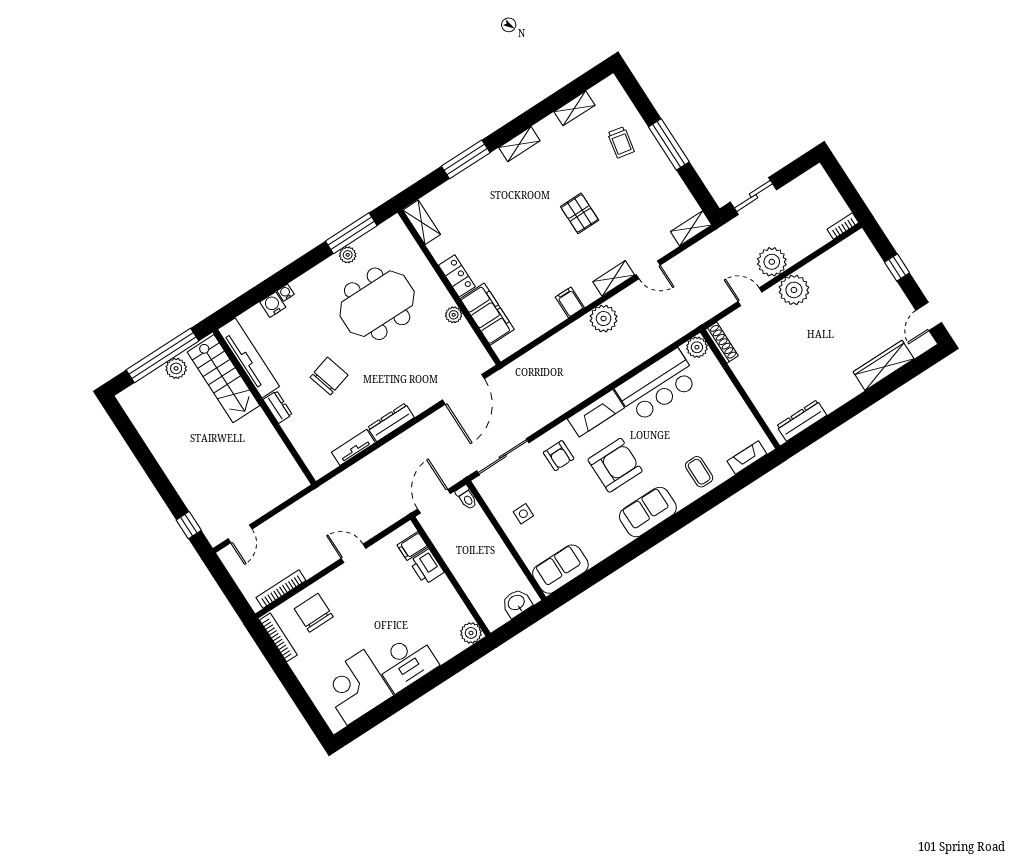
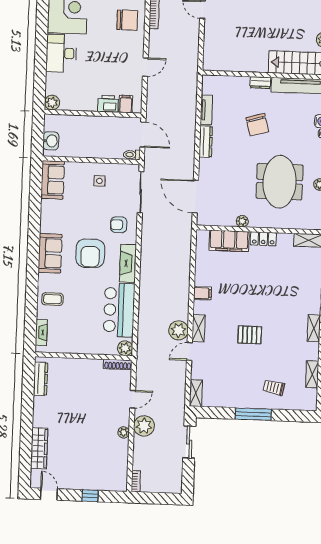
plant: (794, 290) -> (124, 432), width x0.53, depth x0.53
plant: (604, 319) -> (178, 330), moved

